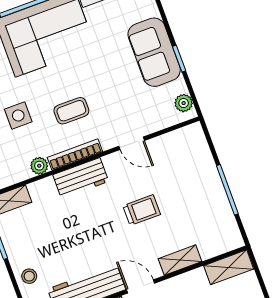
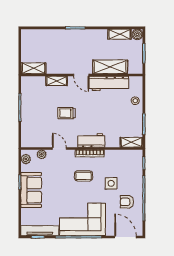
plant: (39, 166) -> (42, 154), moved

